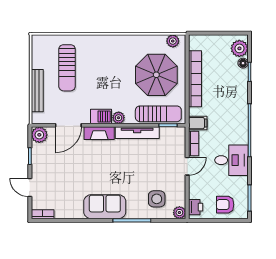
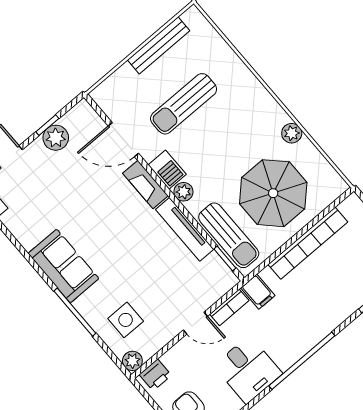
plant: (173, 41) -> (292, 133), moved
sun lounger: (67, 68) -> (184, 104), moved
bench: (37, 91) -> (159, 45), moved
plant: (39, 135) -> (56, 138), moved

